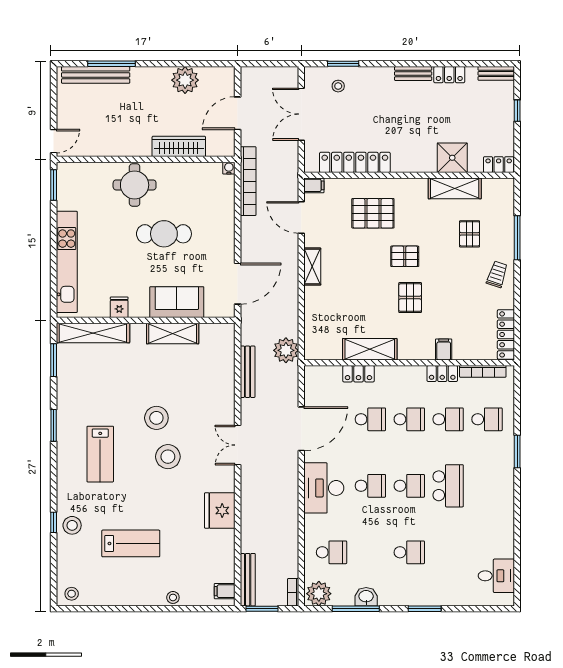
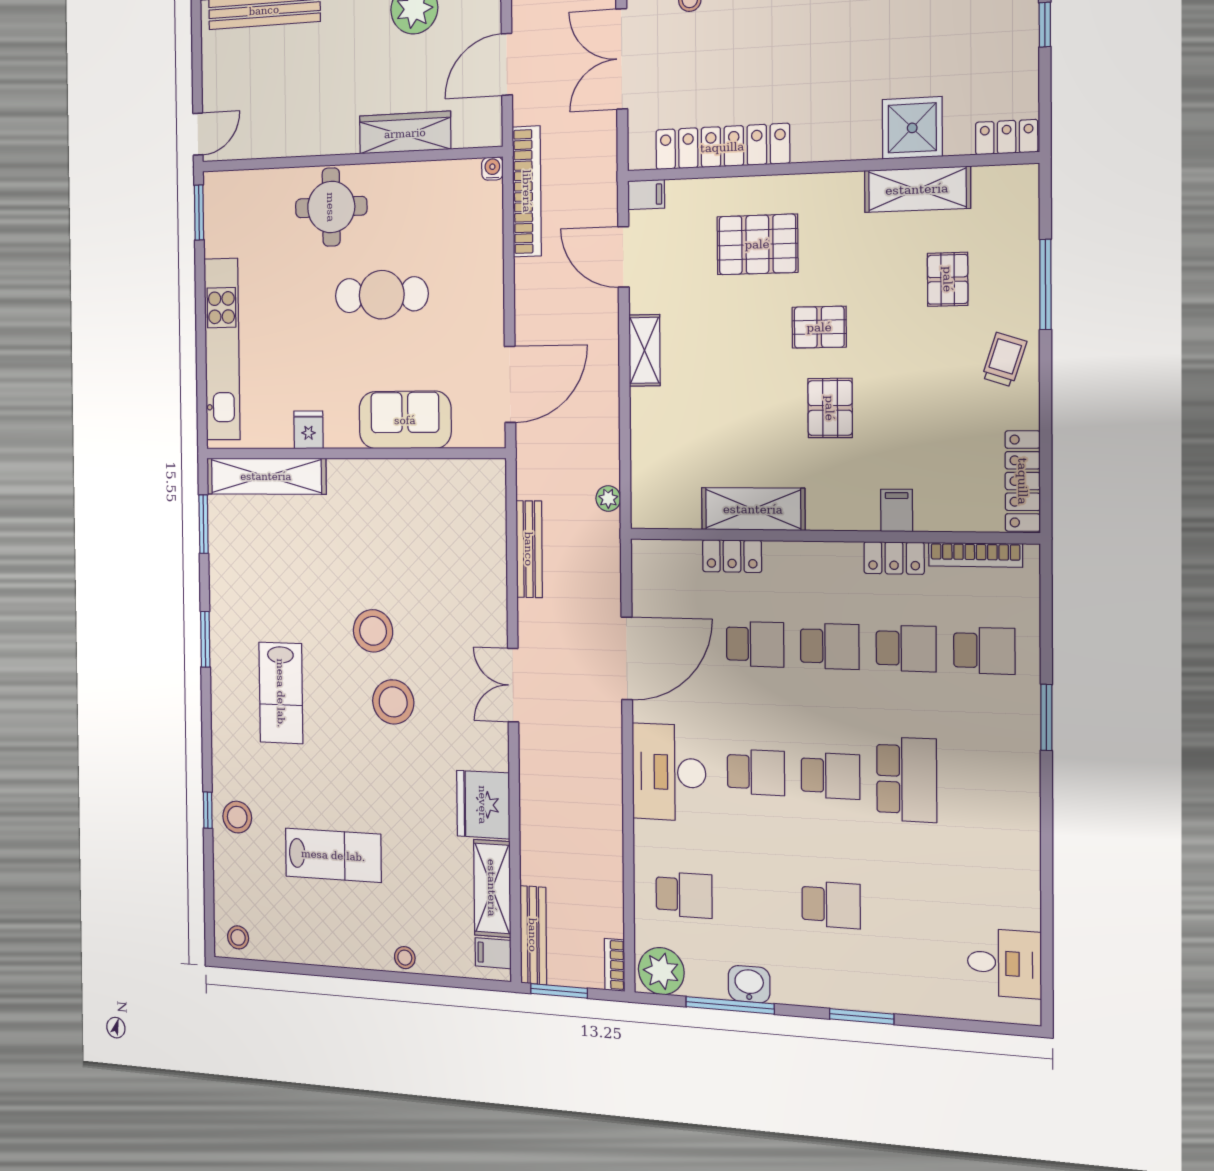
shelving: (173, 333) -> (492, 888), moved, turned 90
plant: (286, 350) -> (608, 498), width x0.53, depth x0.53

